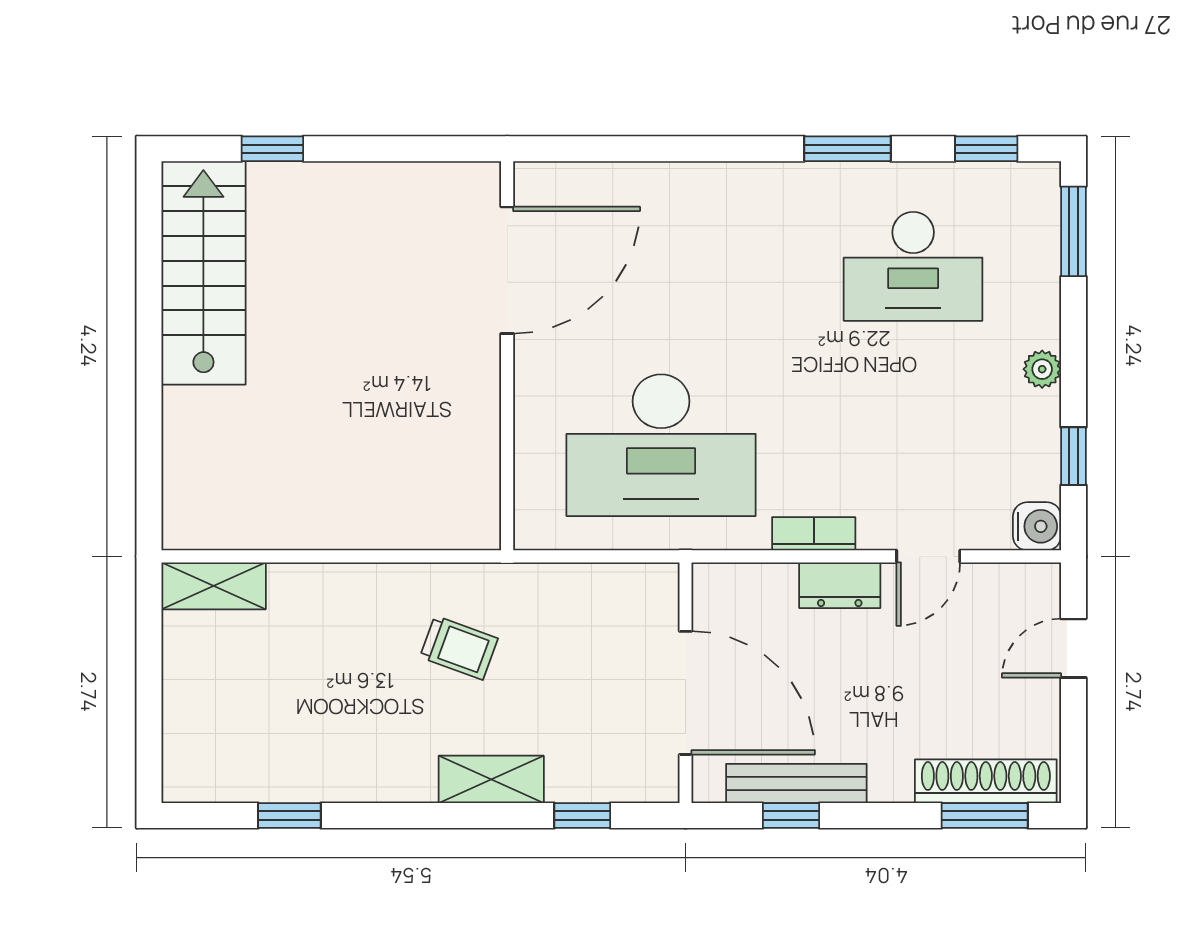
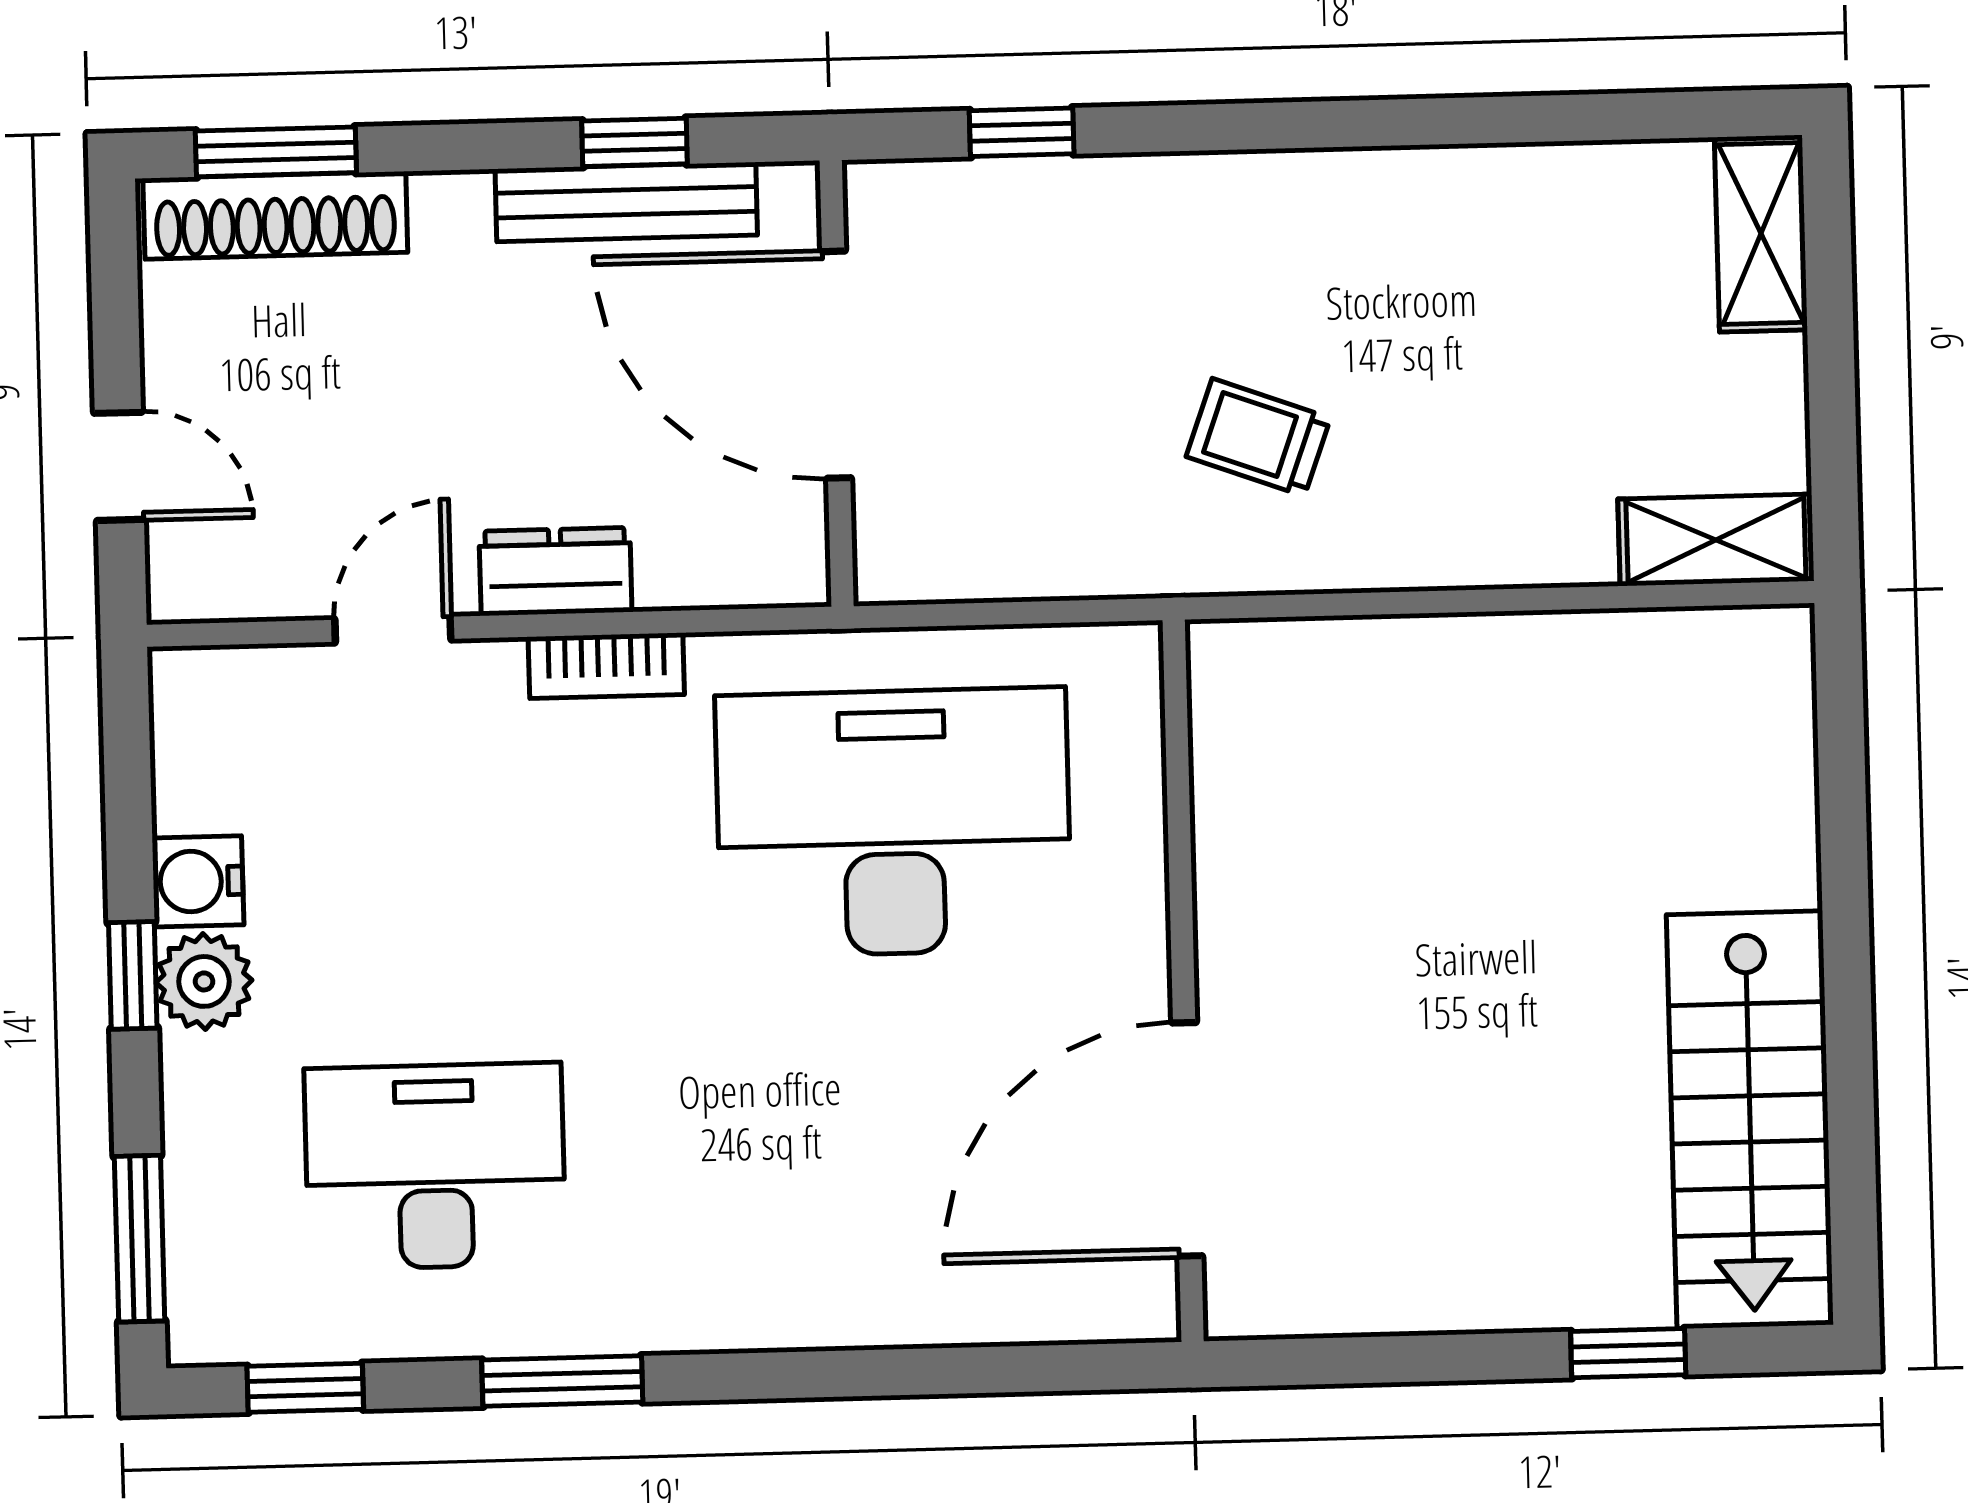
plant: (1042, 369) -> (204, 981), width x1.38, depth x1.38
window: (1073, 456) -> (133, 975), moved
water cooler: (1037, 526) -> (198, 881), moved
door: (1073, 648) -> (119, 466), hinge flipped
shelving: (491, 779) -> (1761, 234), moved, turned 90
window: (289, 816) -> (1564, 118), removed

